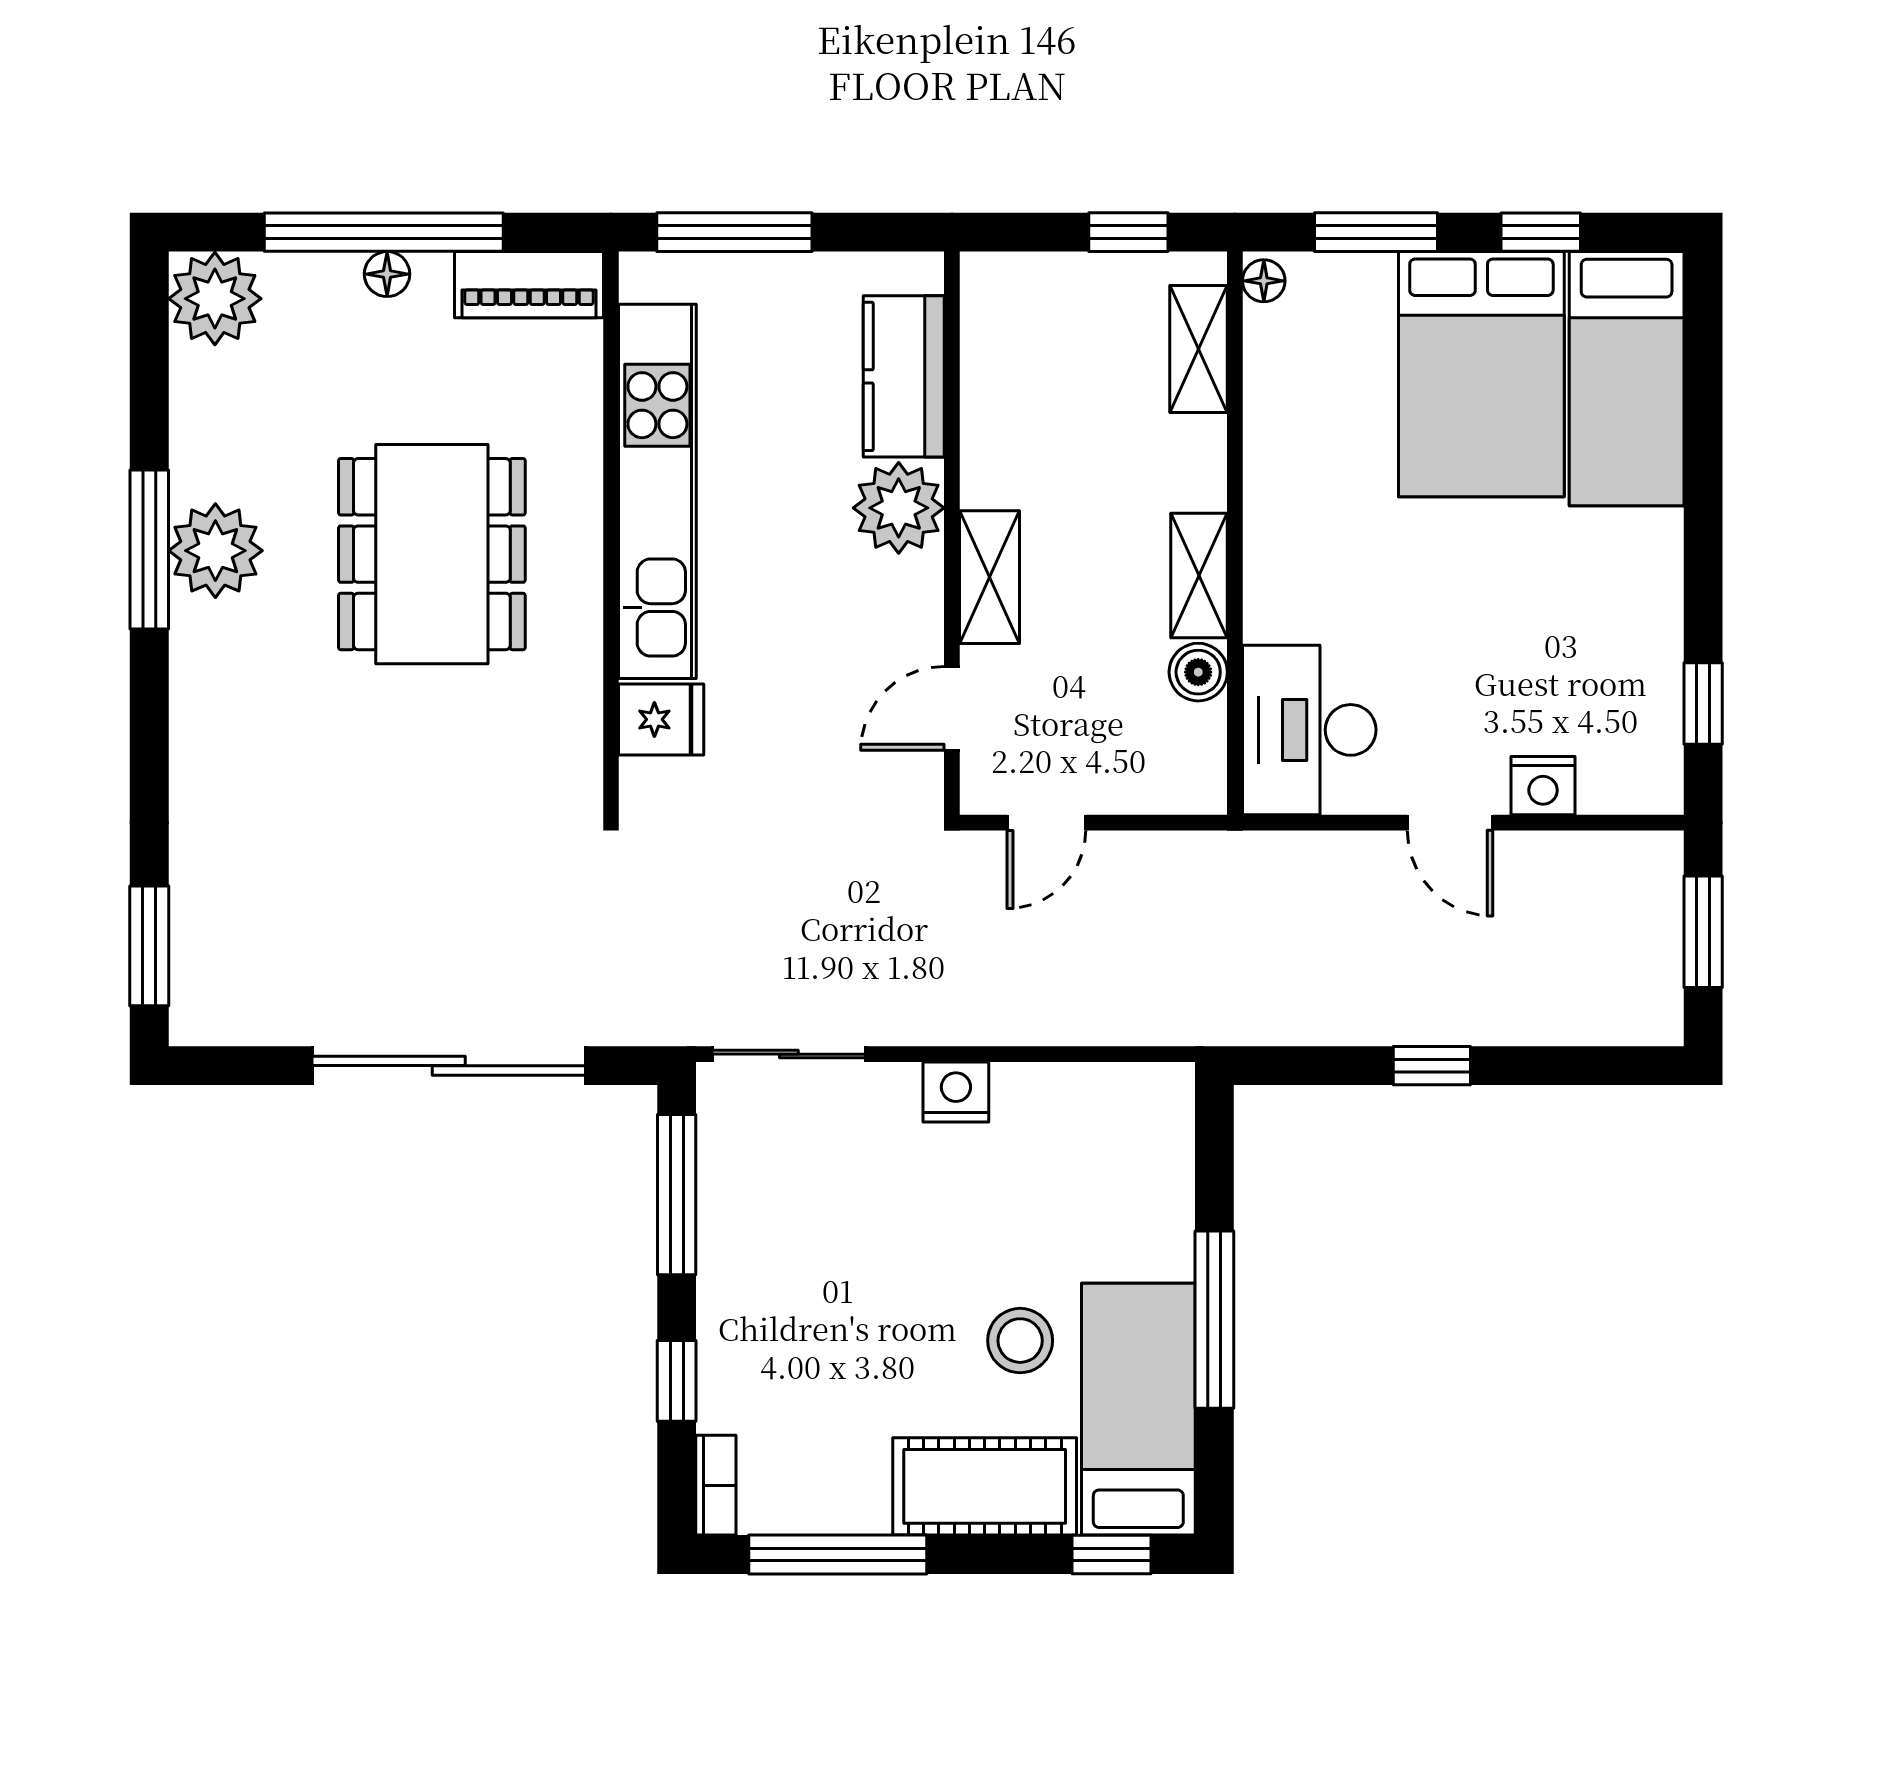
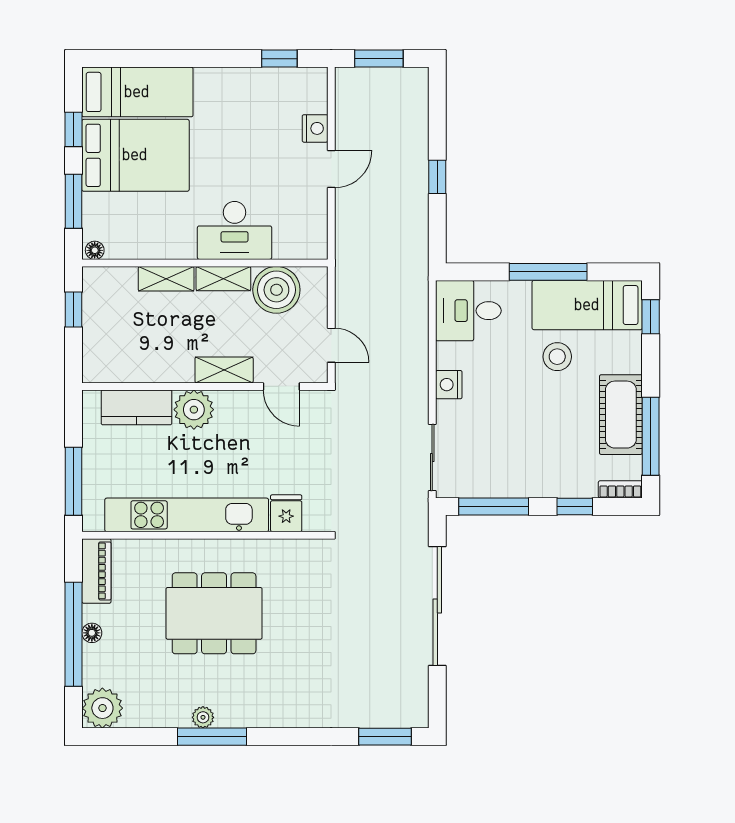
shelving: (1199, 349) -> (166, 279), moved
plant: (215, 551) -> (203, 717), width x0.53, depth x0.53
boiler: (1198, 672) -> (276, 290), width x1.86, depth x1.86
desk: (1309, 730) -> (235, 230), moved
desk: (1125, 1137) -> (468, 311), added
cot: (985, 1486) -> (621, 415), moved

